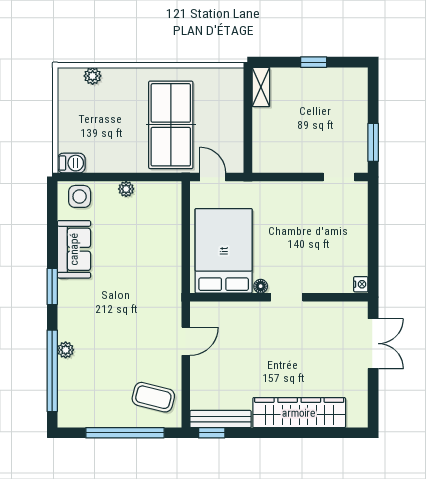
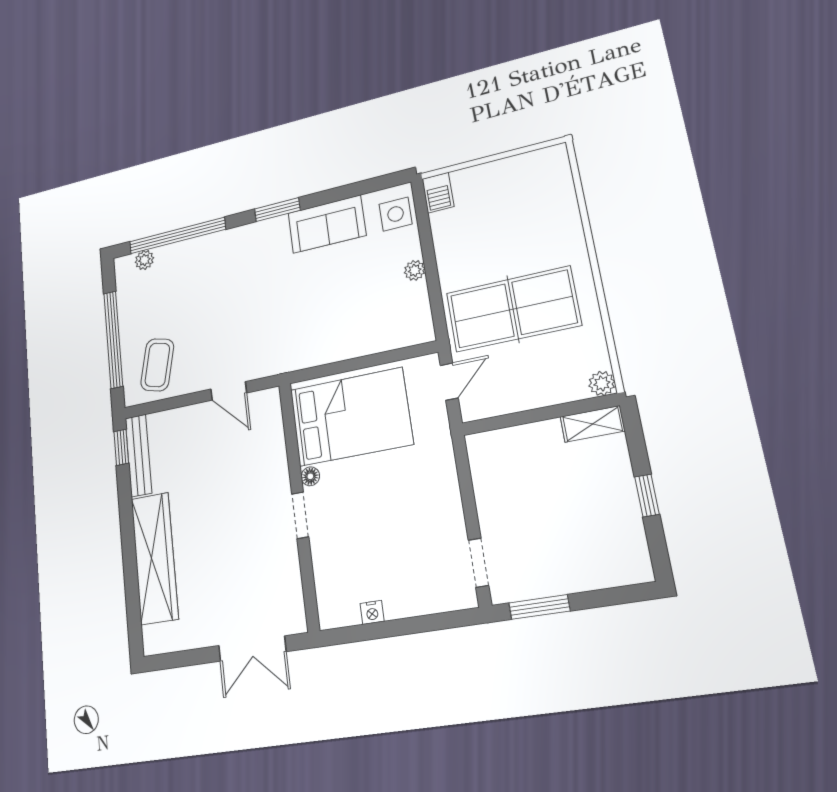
plant: (93, 76) -> (602, 383), moved
nightstand: (361, 284) -> (372, 612), moved
plant: (66, 350) -> (144, 260), moved

